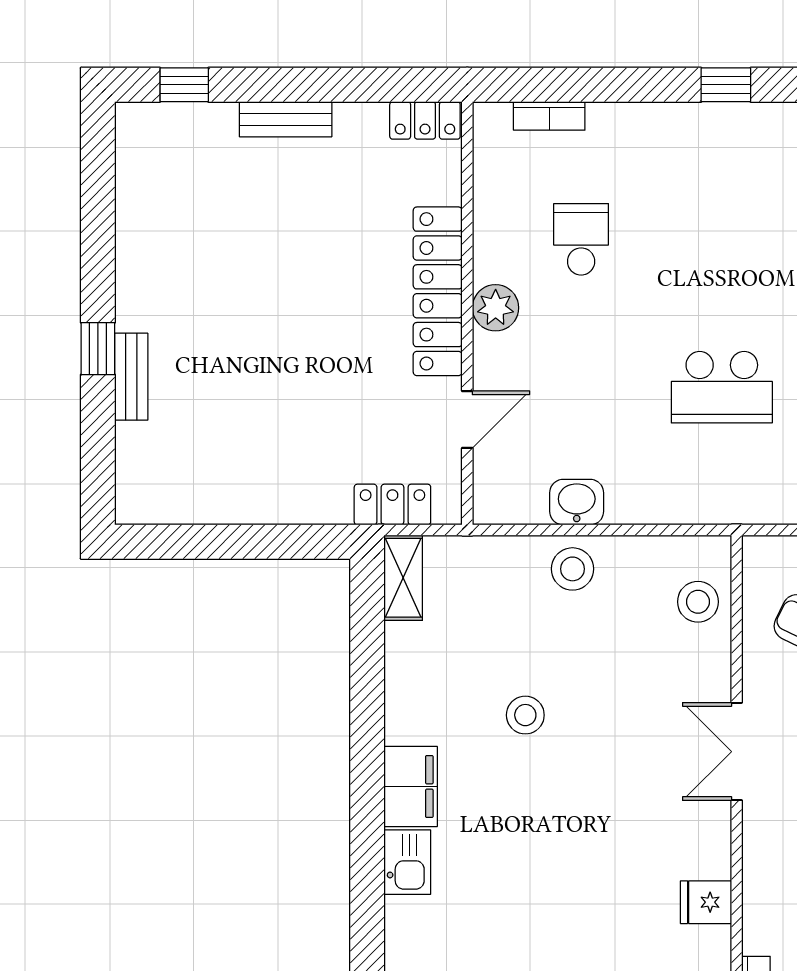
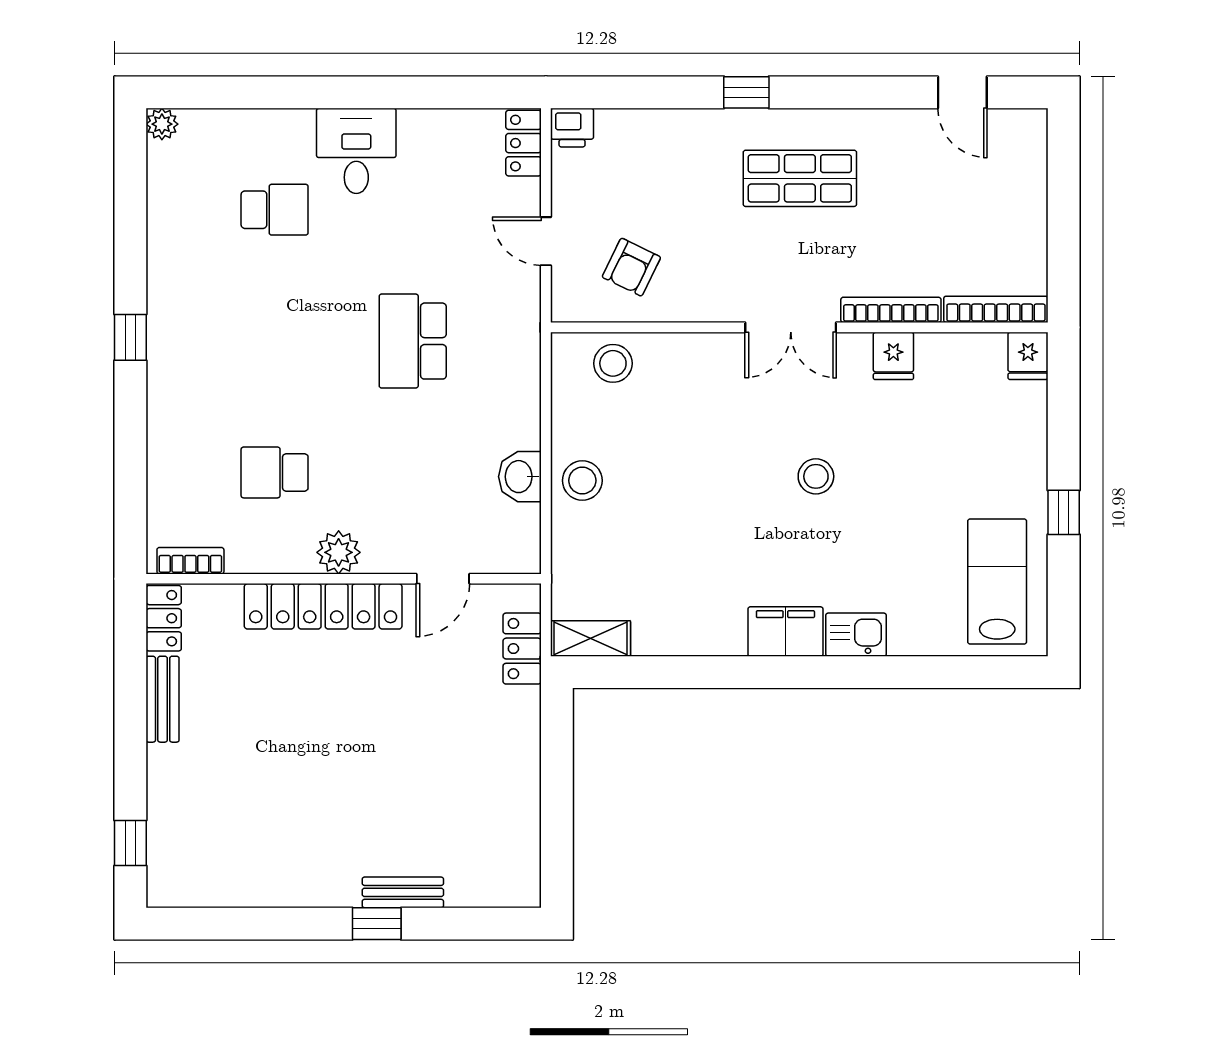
bookcase: (549, 116) -> (190, 561), moved, turned -90
bench: (286, 119) -> (163, 699), moved
school desk: (722, 387) -> (413, 341), turned 180
door: (467, 420) -> (443, 579), swing flipped
stool: (525, 715) -> (816, 476), moved
double door: (737, 752) -> (791, 327), moved
bookcase: (755, 900) -> (891, 310), added

